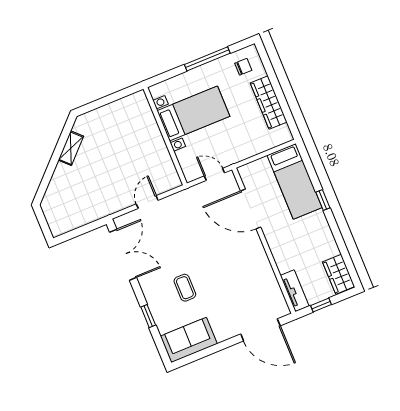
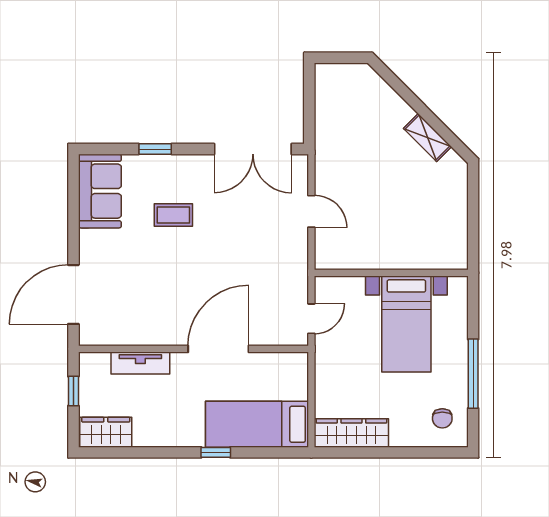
wardrobe: (269, 102) -> (351, 433), moved
door: (251, 209) -> (218, 349), moved
tv unit: (295, 291) -> (140, 363), moved

